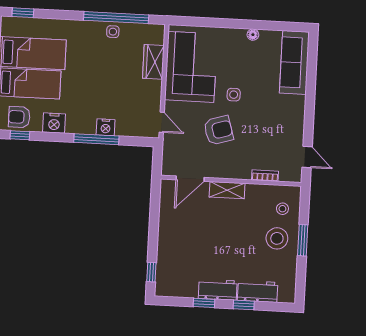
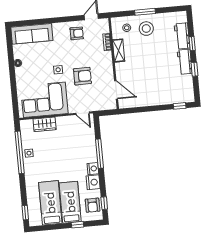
door: (162, 122) -> (83, 113), swing flipped
nightstand: (106, 127) -> (93, 169), moved
armchair: (218, 130) -> (82, 76), turned 107
armchair: (285, 131) -> (77, 33), added
shelving: (227, 190) -> (119, 51), moved

